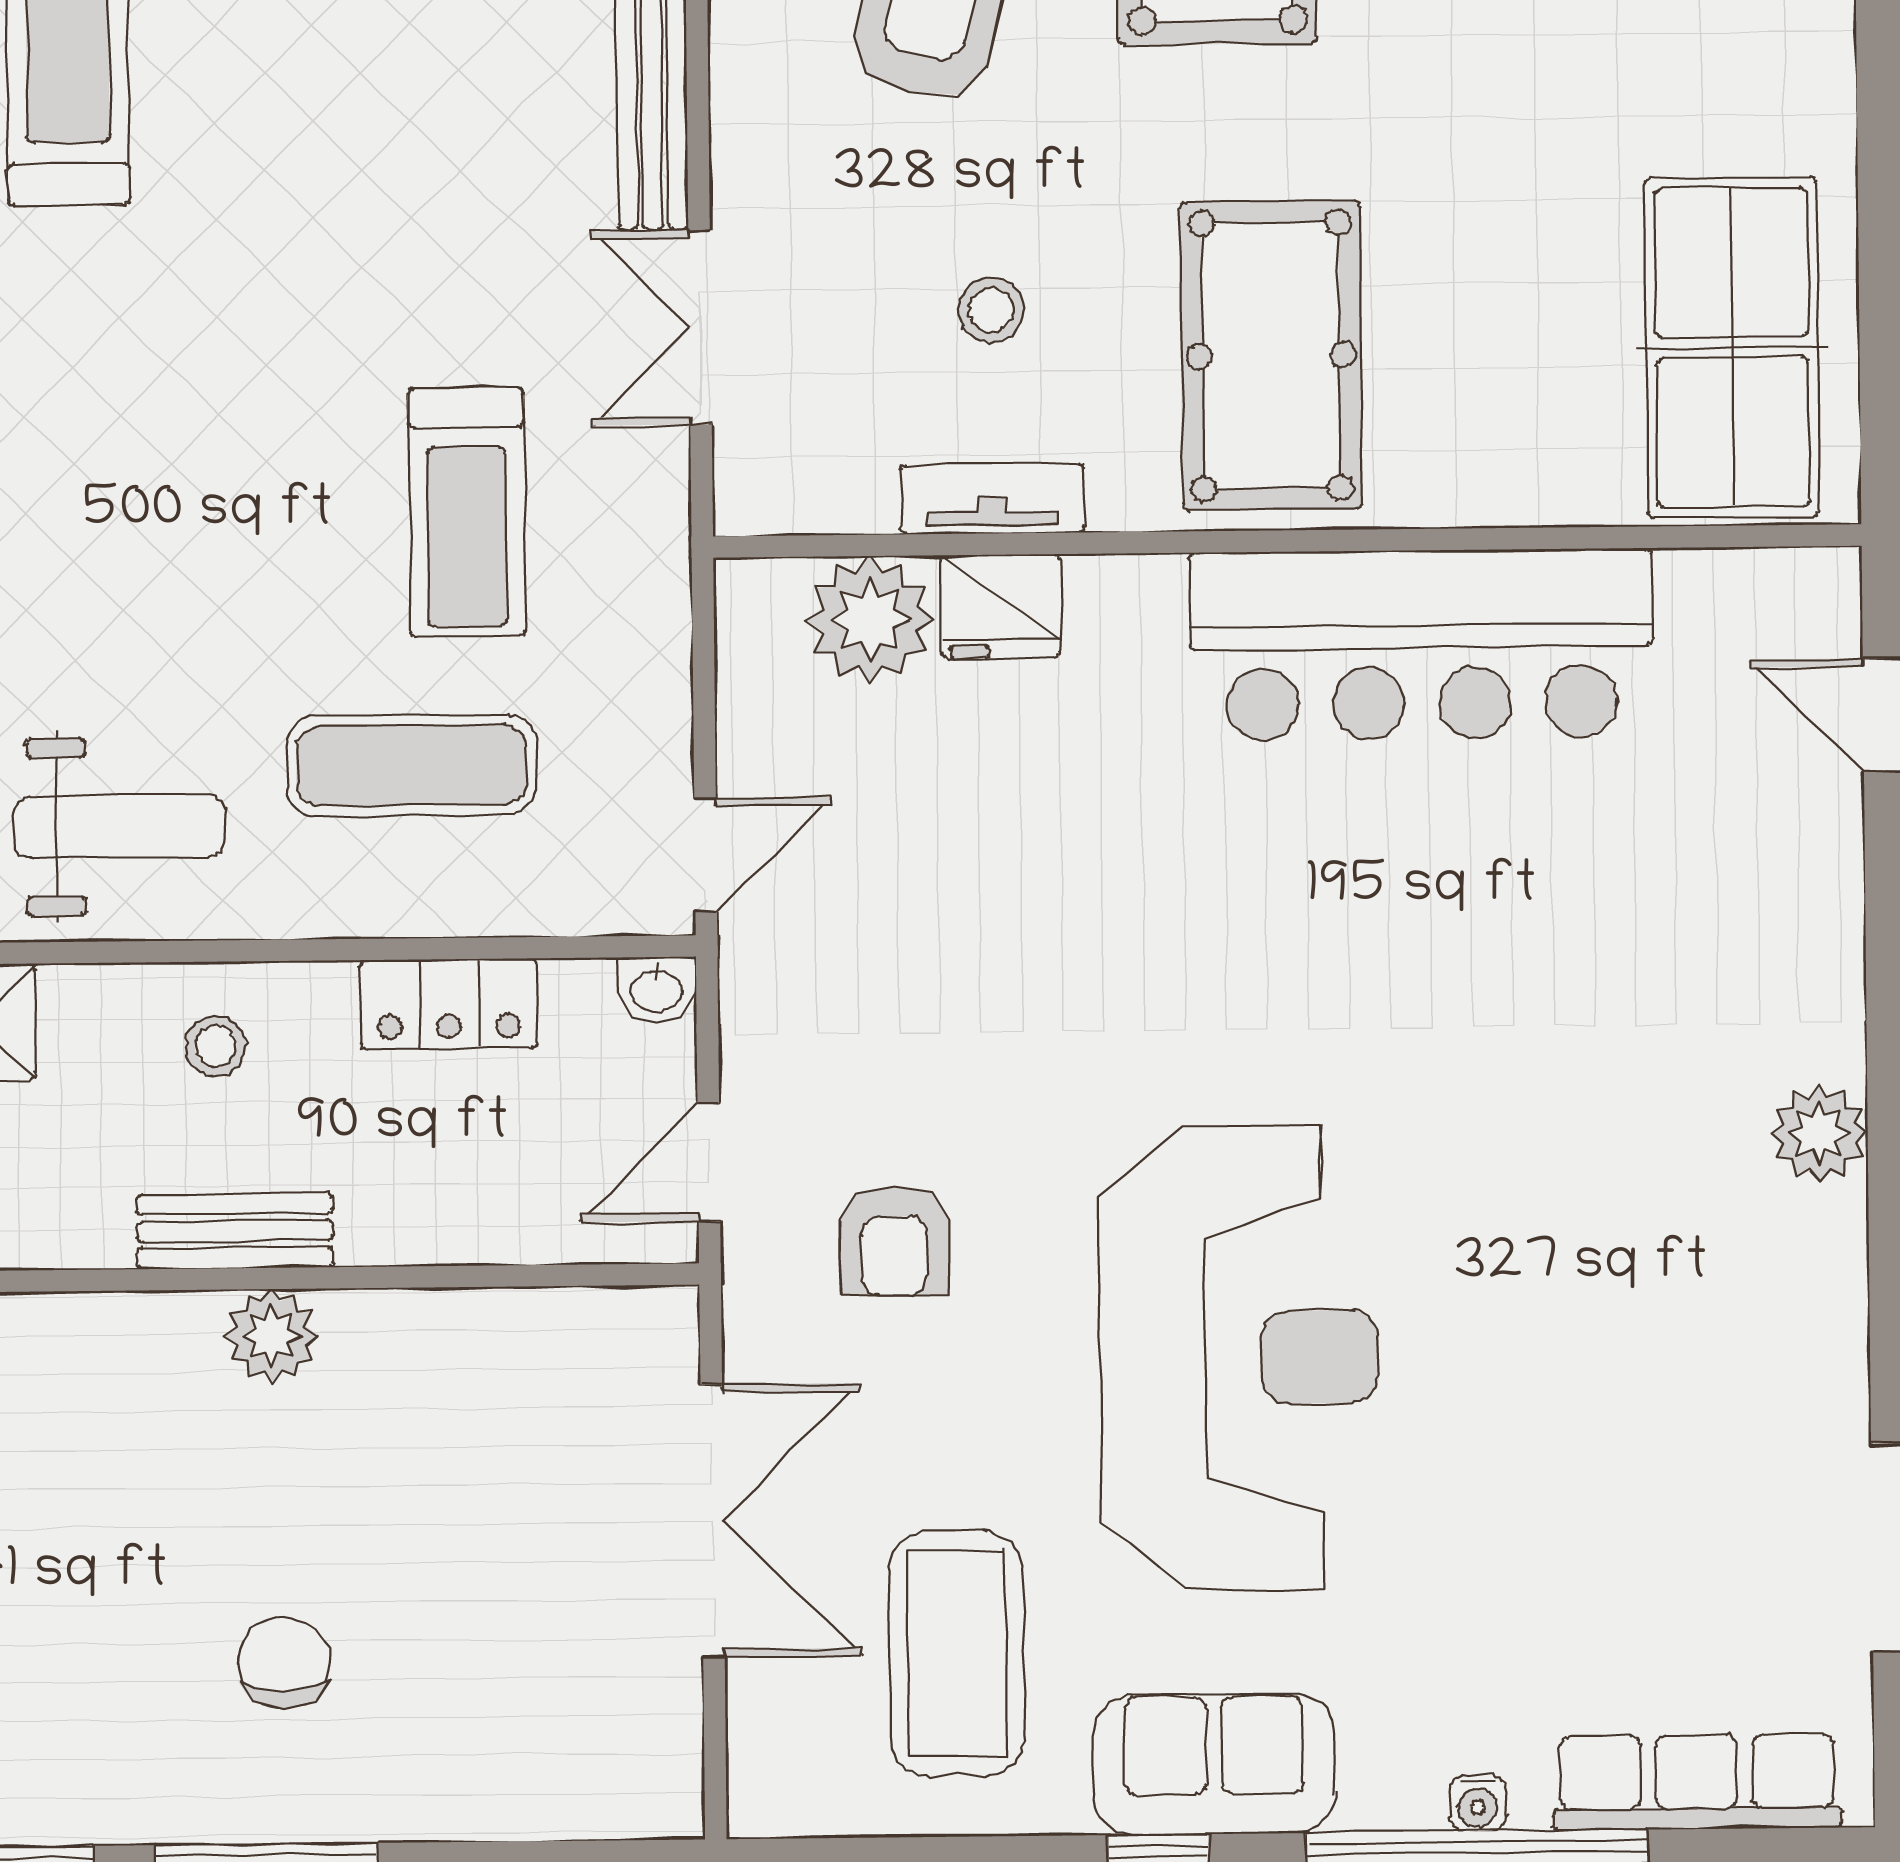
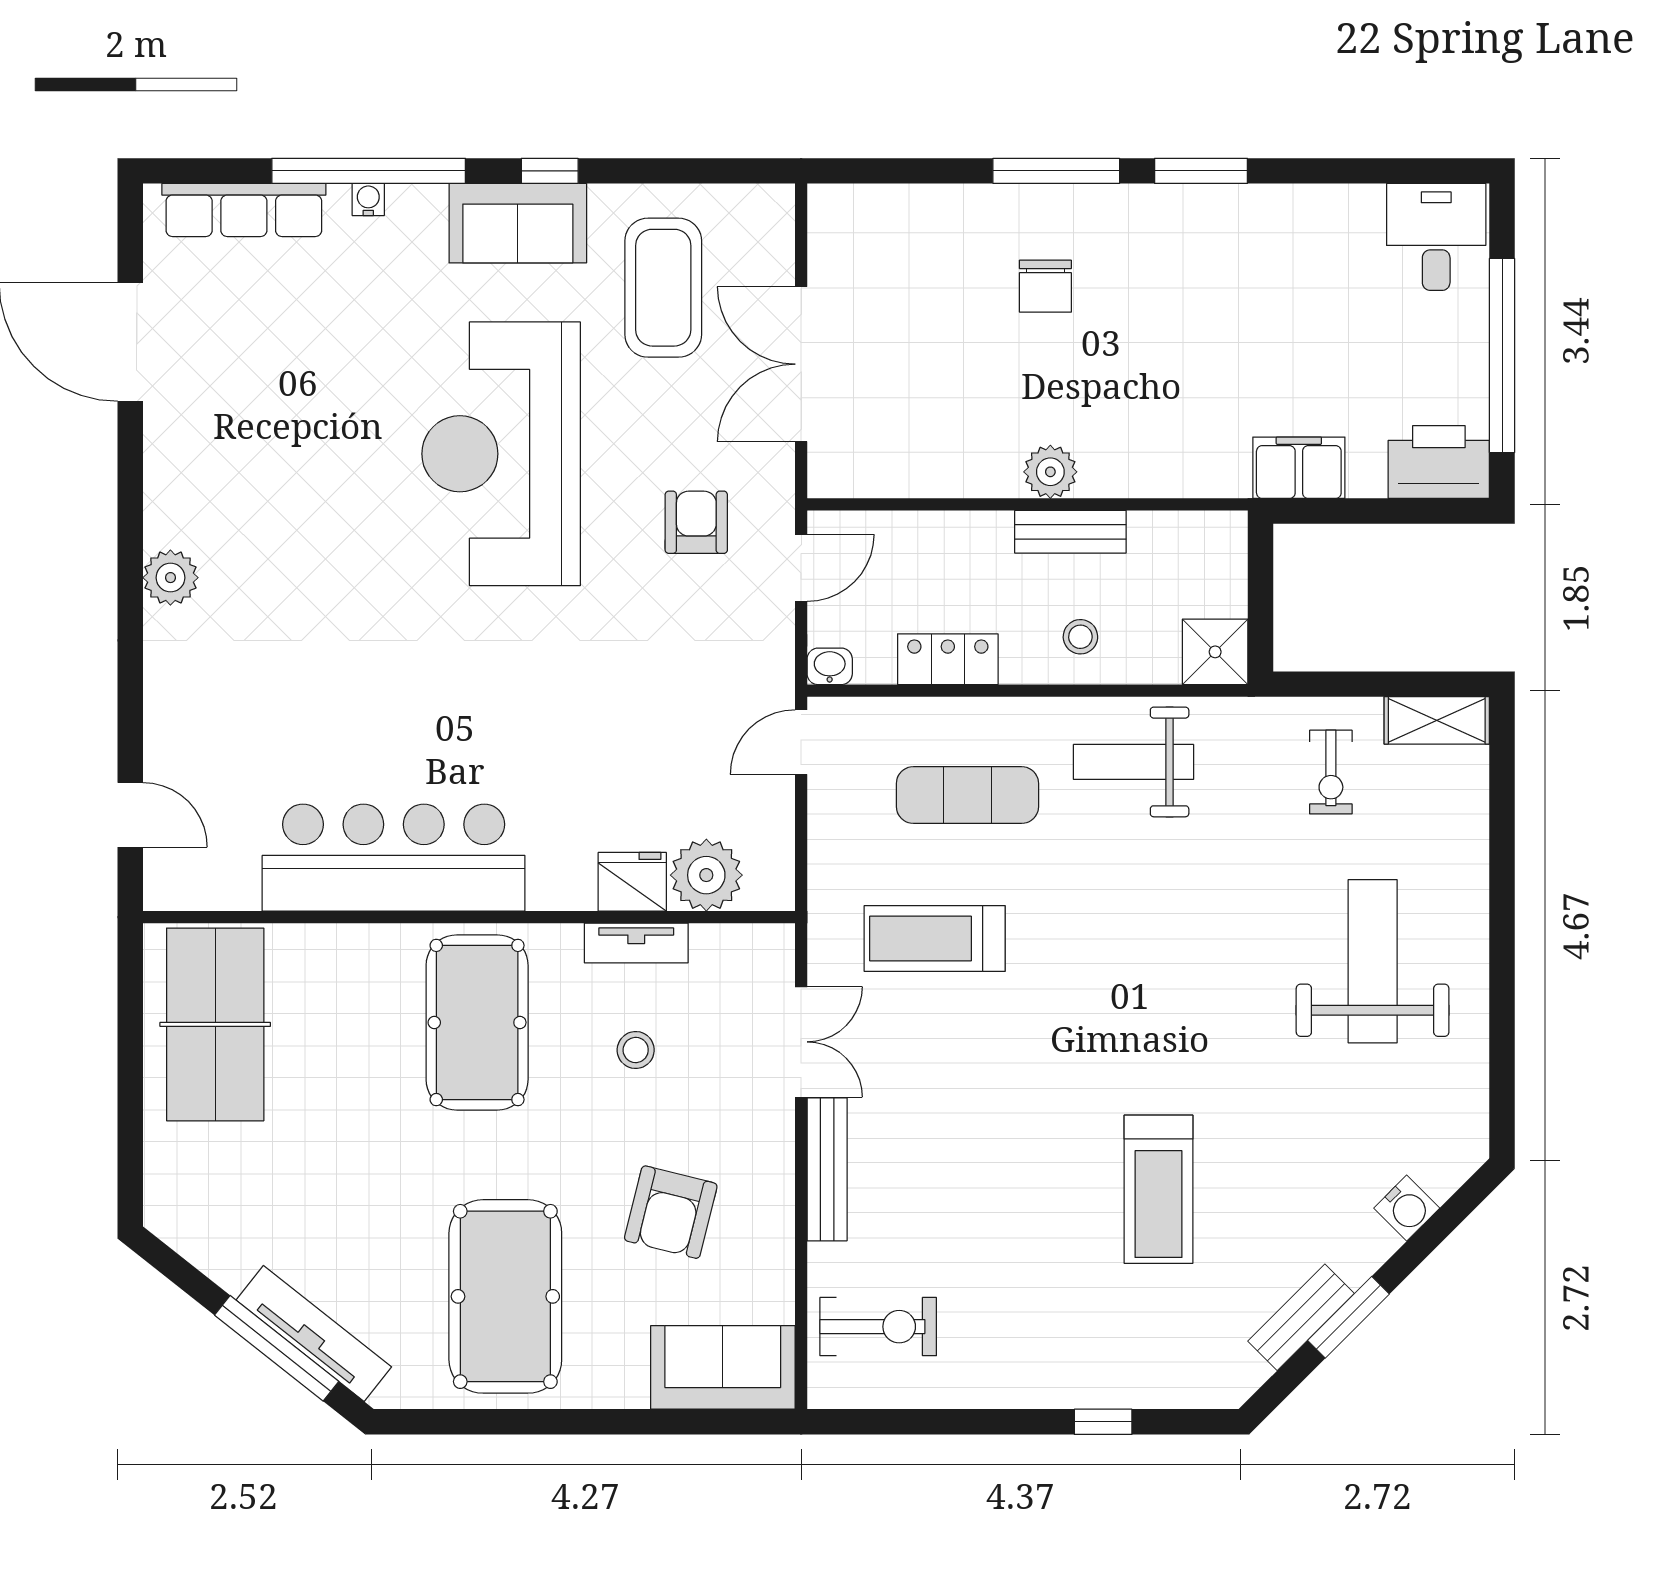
treadmill: (467, 512) -> (935, 939), turned -90

